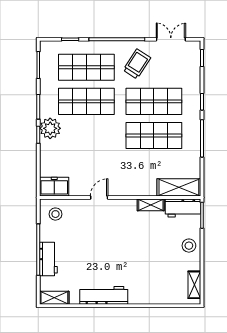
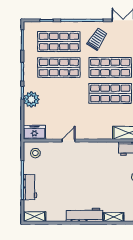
plant: (50, 128) -> (31, 99), moved
shelving: (151, 205) -> (114, 217), moved
workbench: (104, 295) -> (84, 215), moved

